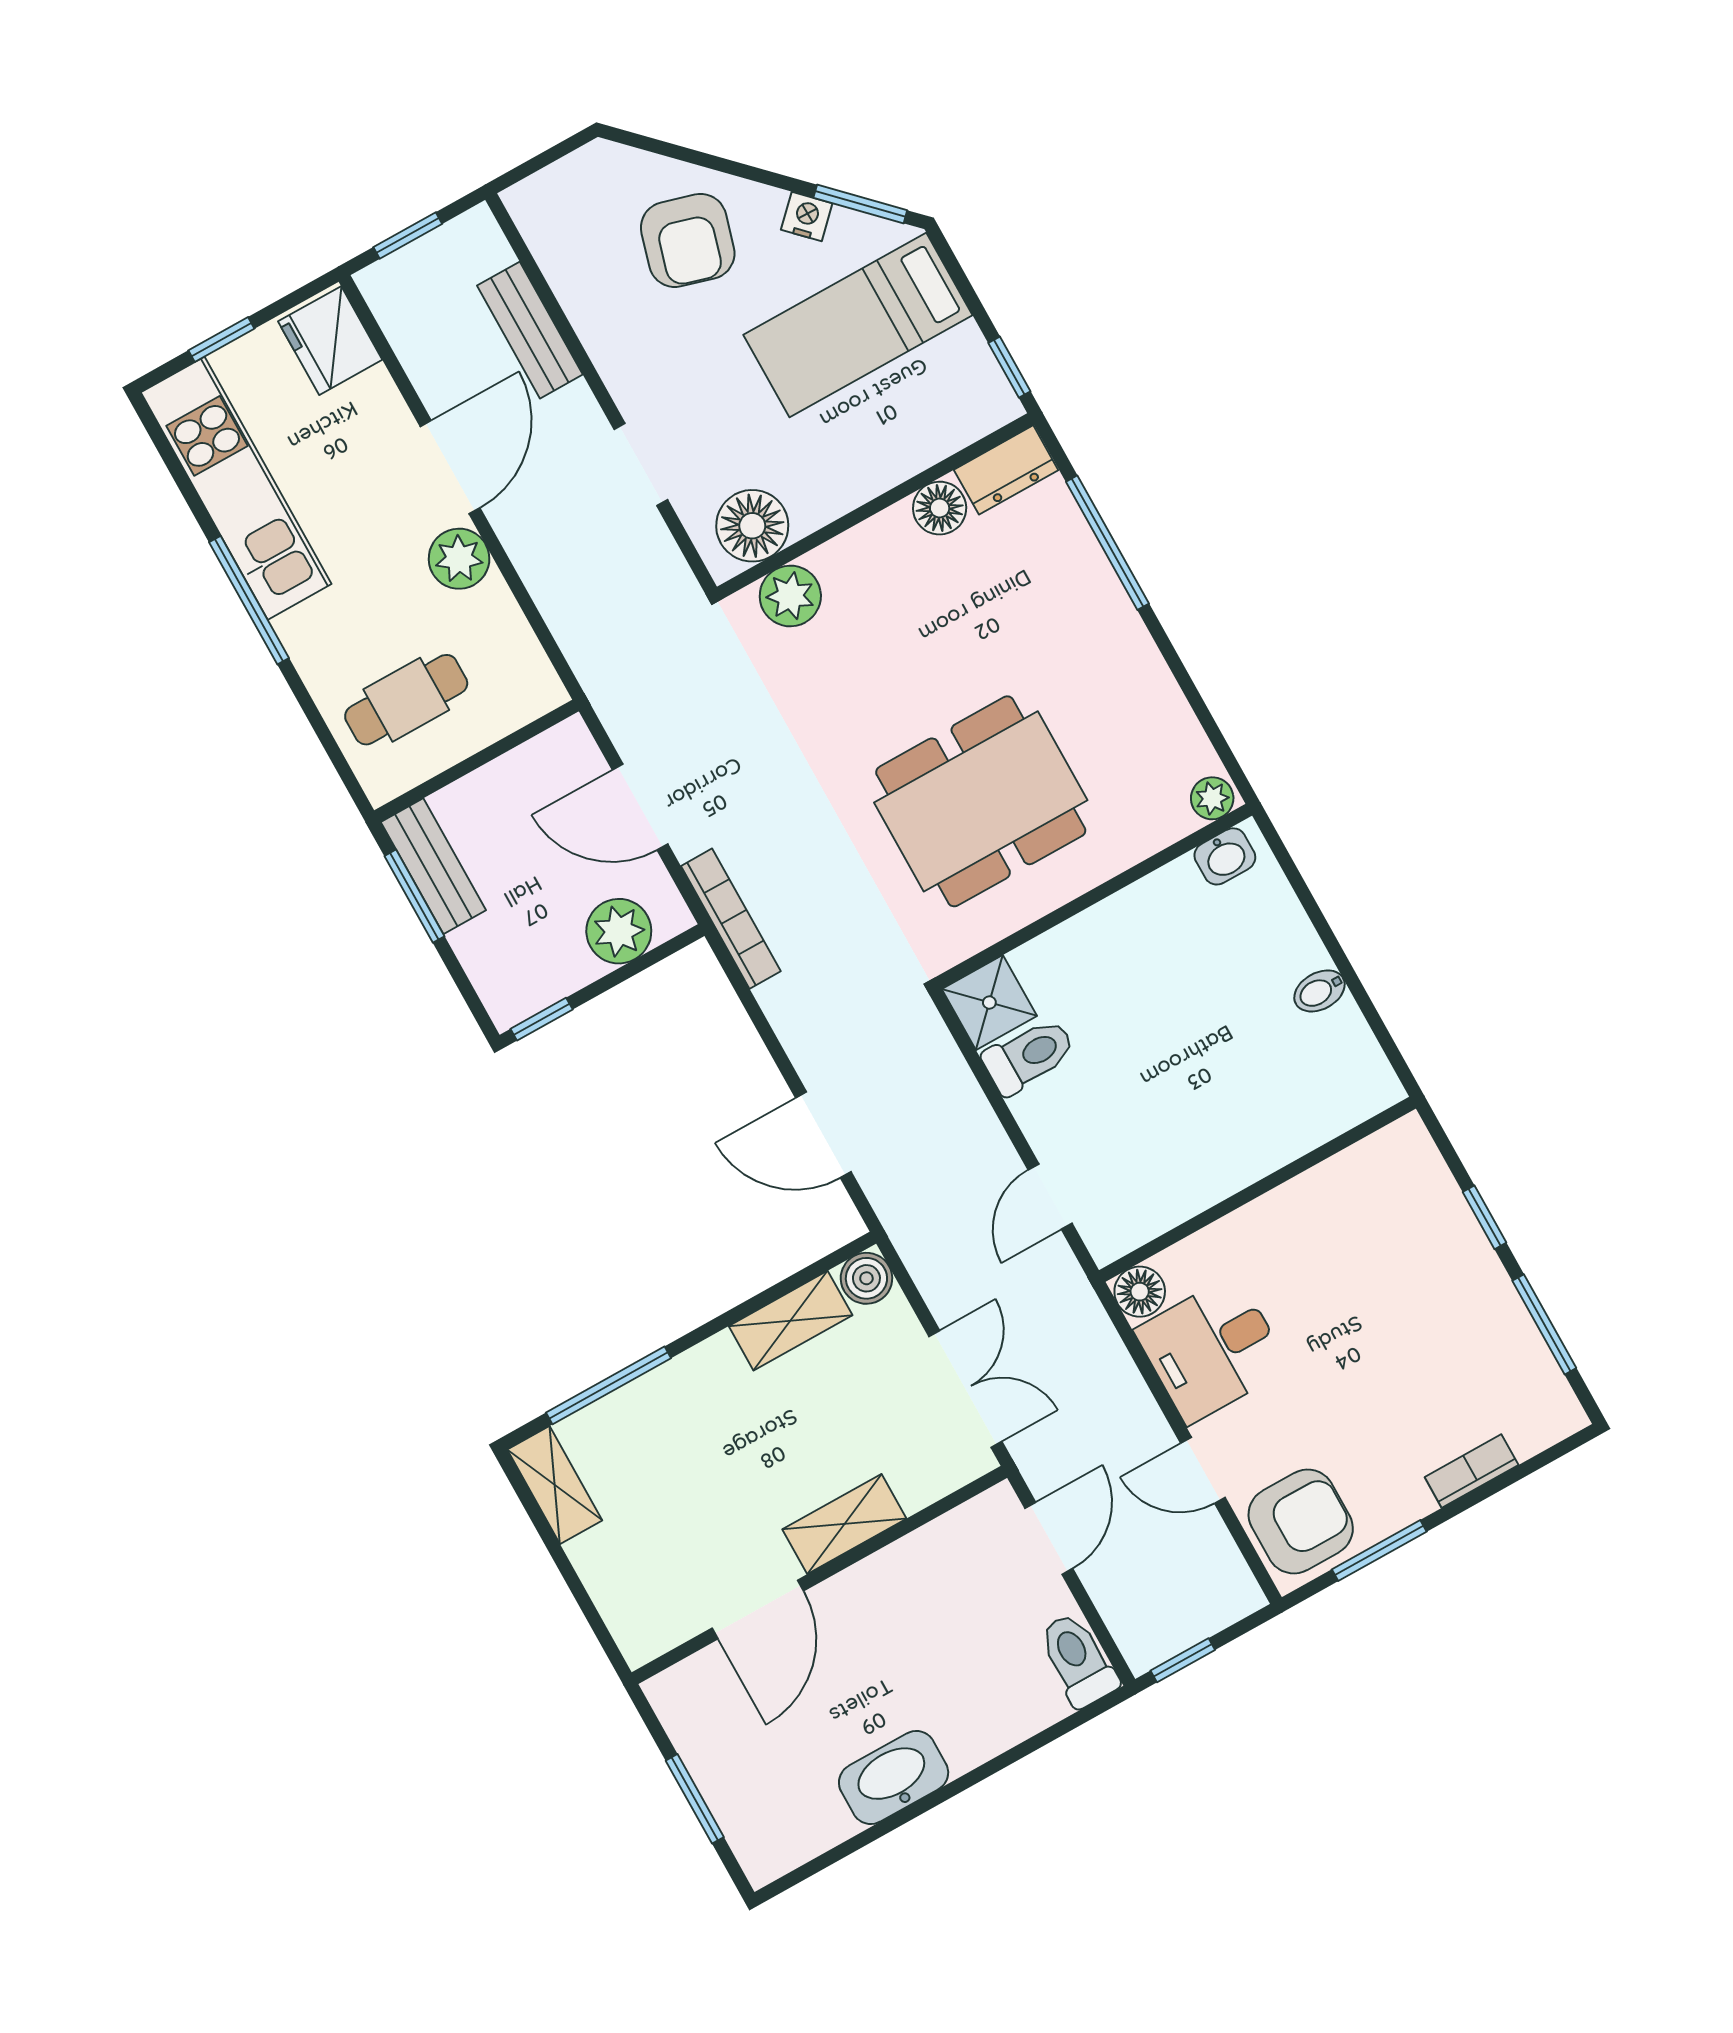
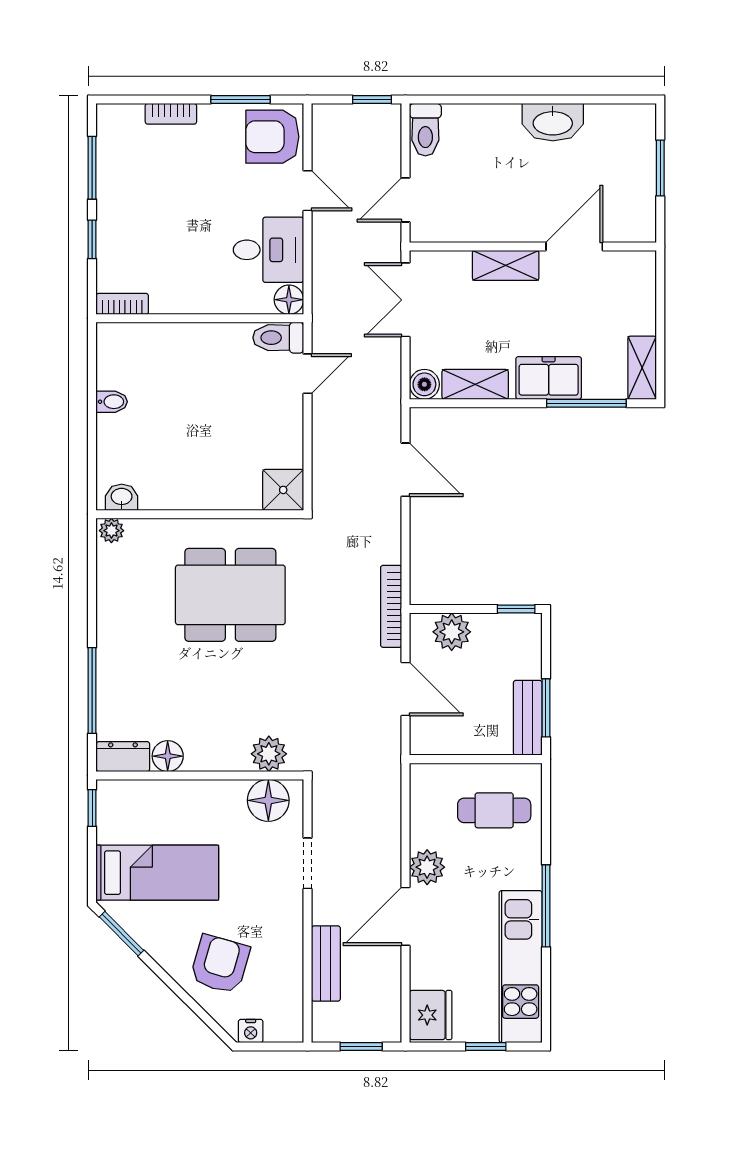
nightstand: (807, 216) -> (251, 1031), moved, turned -45
toilet: (1029, 1056) -> (278, 338), moved
bookcase: (1385, 1146) -> (122, 304), added
freezer: (686, 1392) -> (549, 378), added

